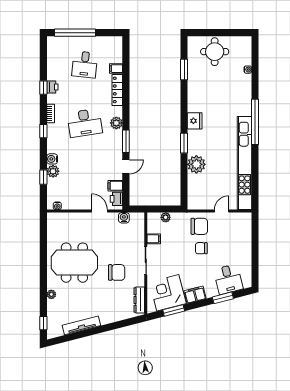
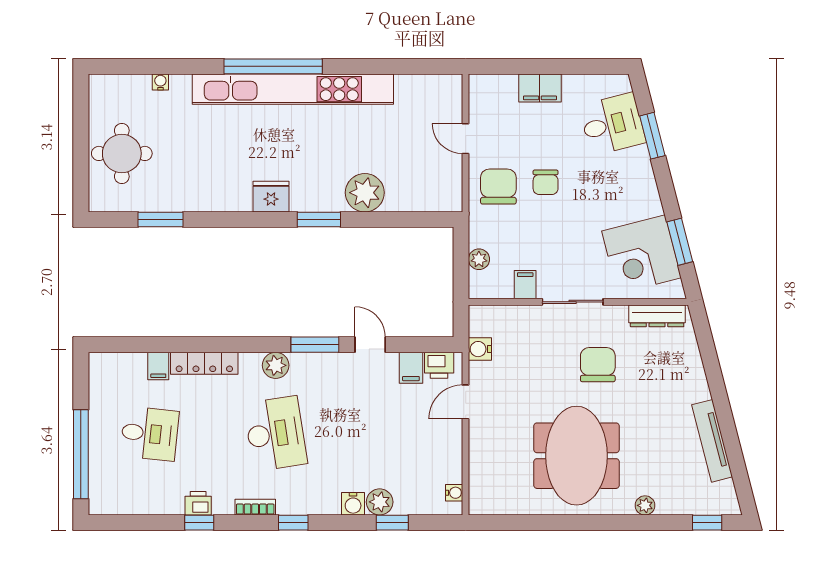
kitchen unit: (245, 163) -> (293, 89), moved
filing cabinet: (195, 295) -> (540, 88), moved, turned -76

